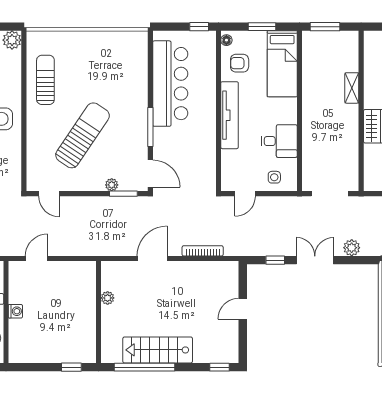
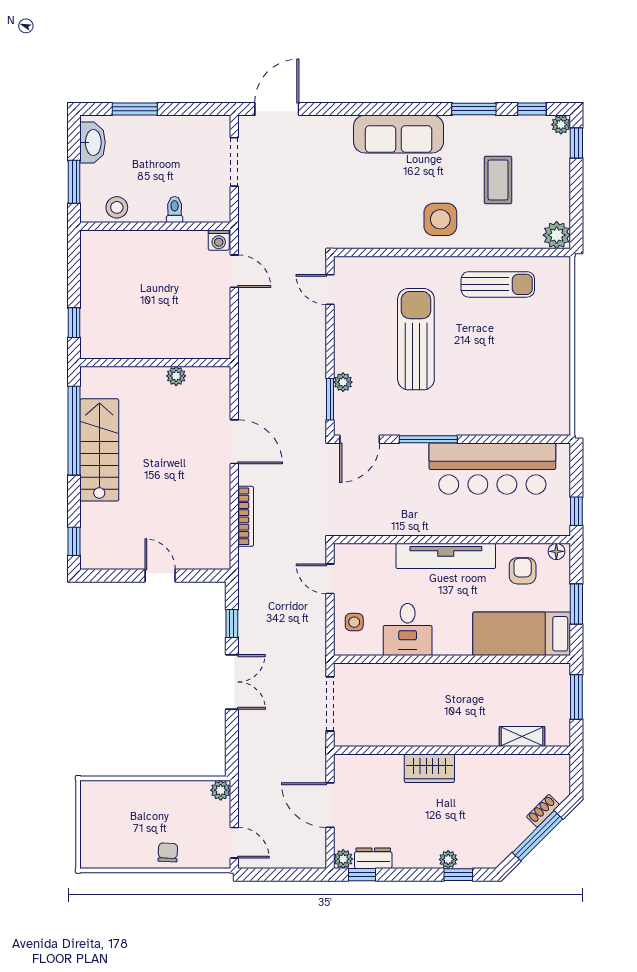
shelving: (352, 88) -> (522, 736), moved
sun lounger: (83, 135) -> (416, 339), turned -124
door: (49, 194) -> (330, 289), hinge flipped
plant: (352, 248) -> (250, 736), removed
washing machine: (15, 311) -> (219, 240), moved

